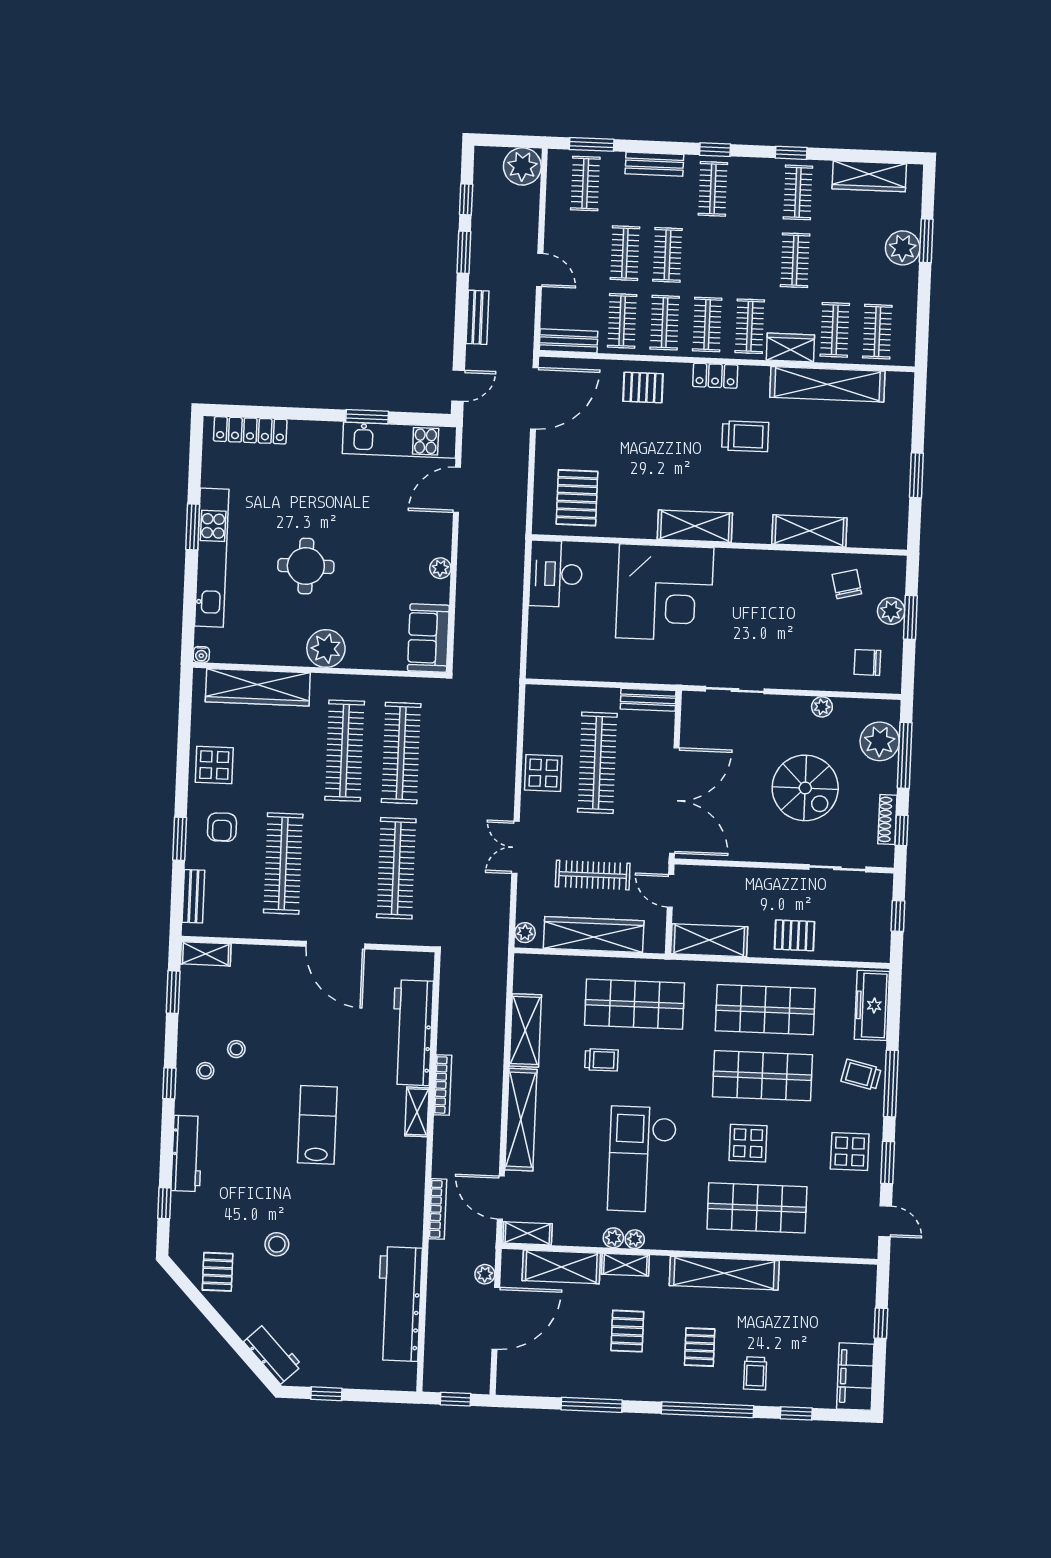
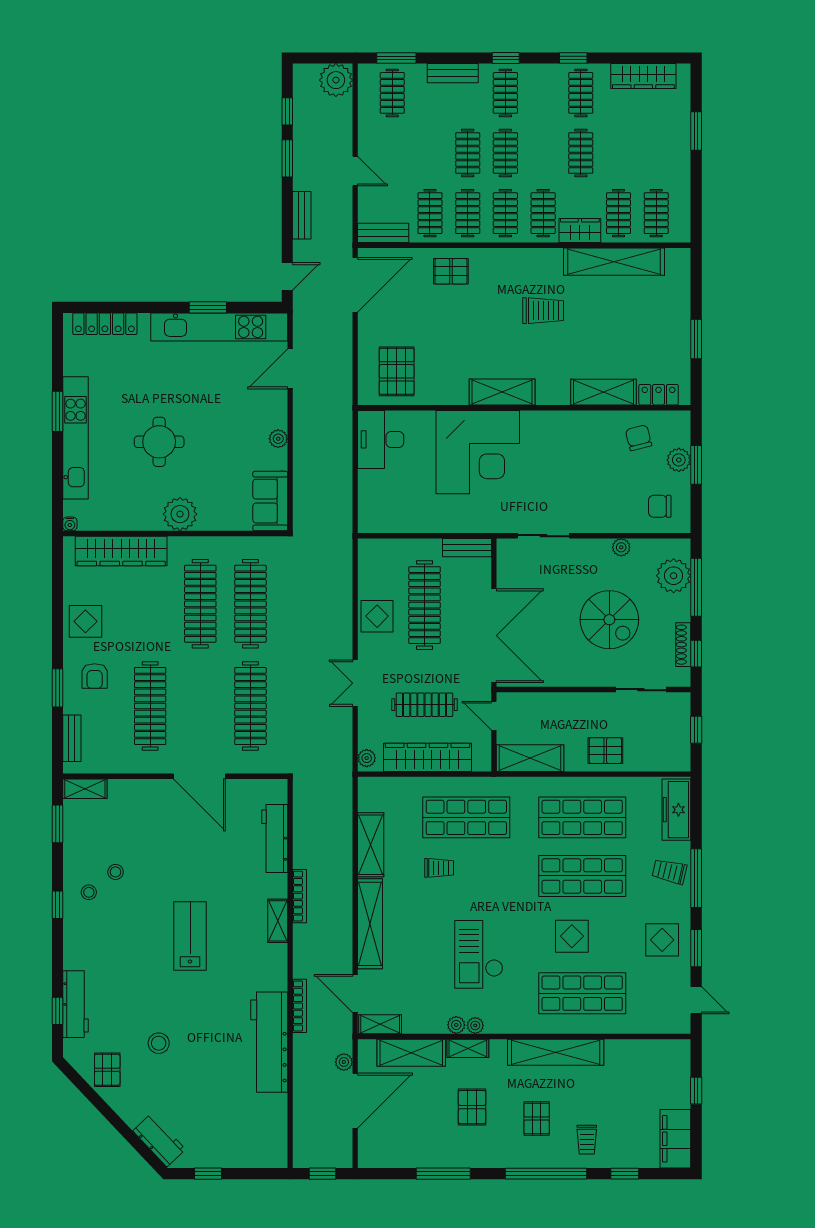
plant: (903, 248) -> (676, 138), removed
clothes rail: (625, 253) -> (505, 153), moved
locker: (715, 376) -> (659, 395), moved, turned 180
kitchen unit: (400, 440) -> (219, 327), width x1.36
workbench: (412, 1033) -> (275, 839), width x0.73, depth x0.76
workbench: (187, 1154) -> (75, 1004), moved
checkout: (642, 1159) -> (479, 954), width x0.73, depth x0.83
workbench: (399, 1304) -> (269, 1042), moved

